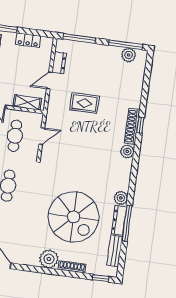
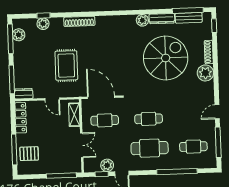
locker: (28, 40) -> (21, 118), width x1.53
dresser: (59, 63) -> (24, 94), moved
rug: (85, 103) -> (66, 65), width x1.36, depth x1.43
window: (140, 125) -> (44, 15), moved
door: (42, 136) -> (101, 97), width x1.87
plant: (127, 151) -> (43, 24), moved
window: (127, 223) -> (188, 10), moved

